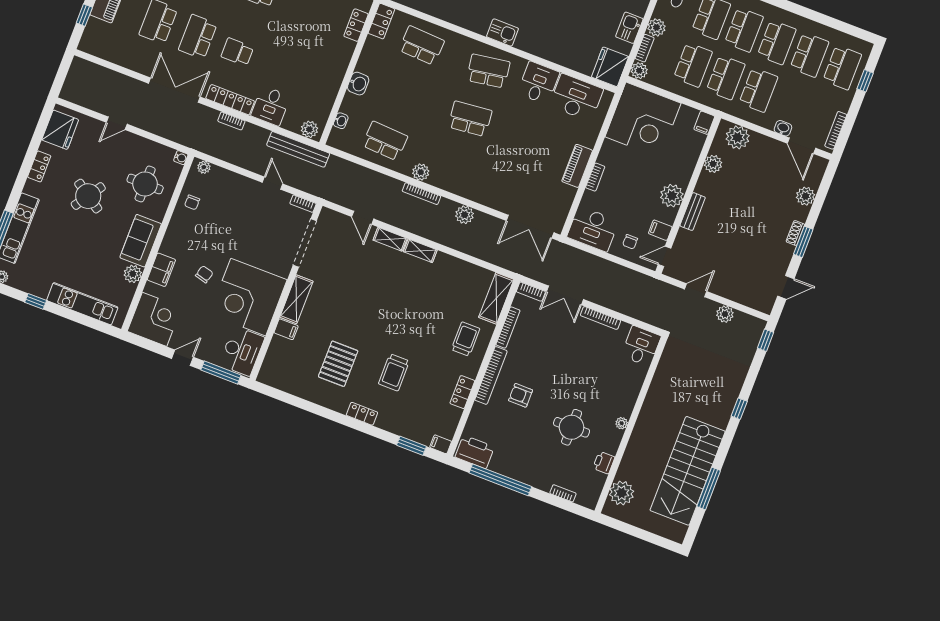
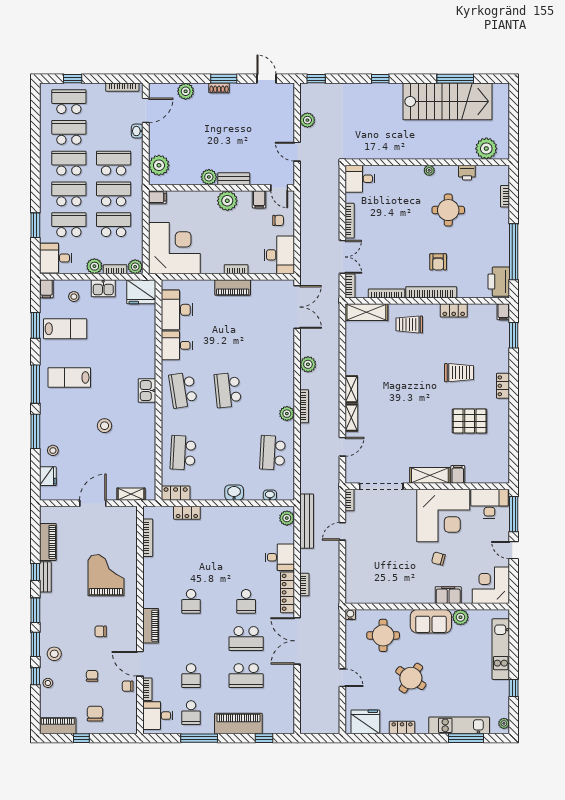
plant: (713, 164) -> (209, 177), moved
plant: (204, 167) -> (351, 593), removed
chair: (192, 202) -> (383, 591), removed

